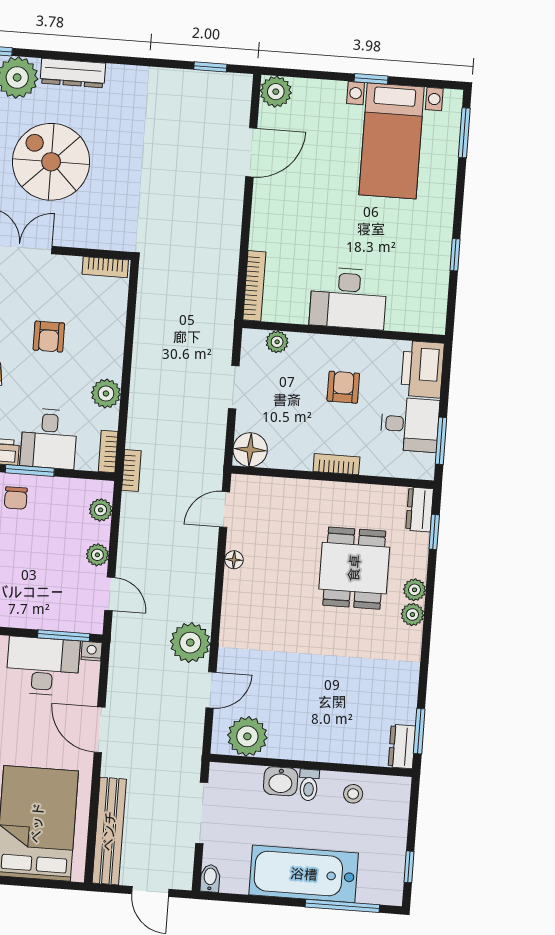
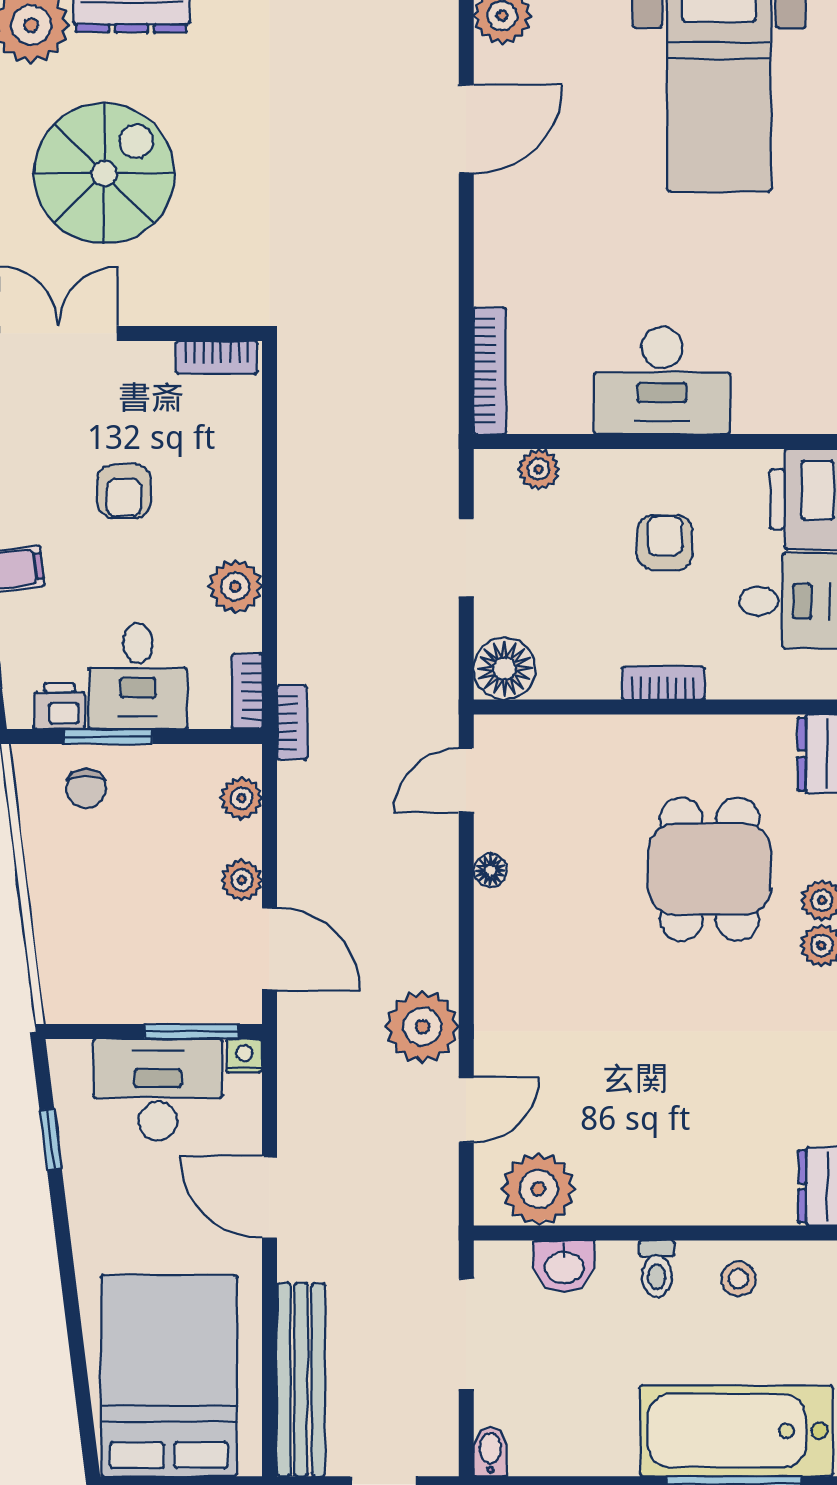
spiral stairs: (51, 162) -> (104, 173), turned 90
door: (110, 594) -> (270, 949), width x1.38
washbasin: (281, 781) -> (564, 1266), moved
bathtub: (304, 874) -> (736, 1431), moved

